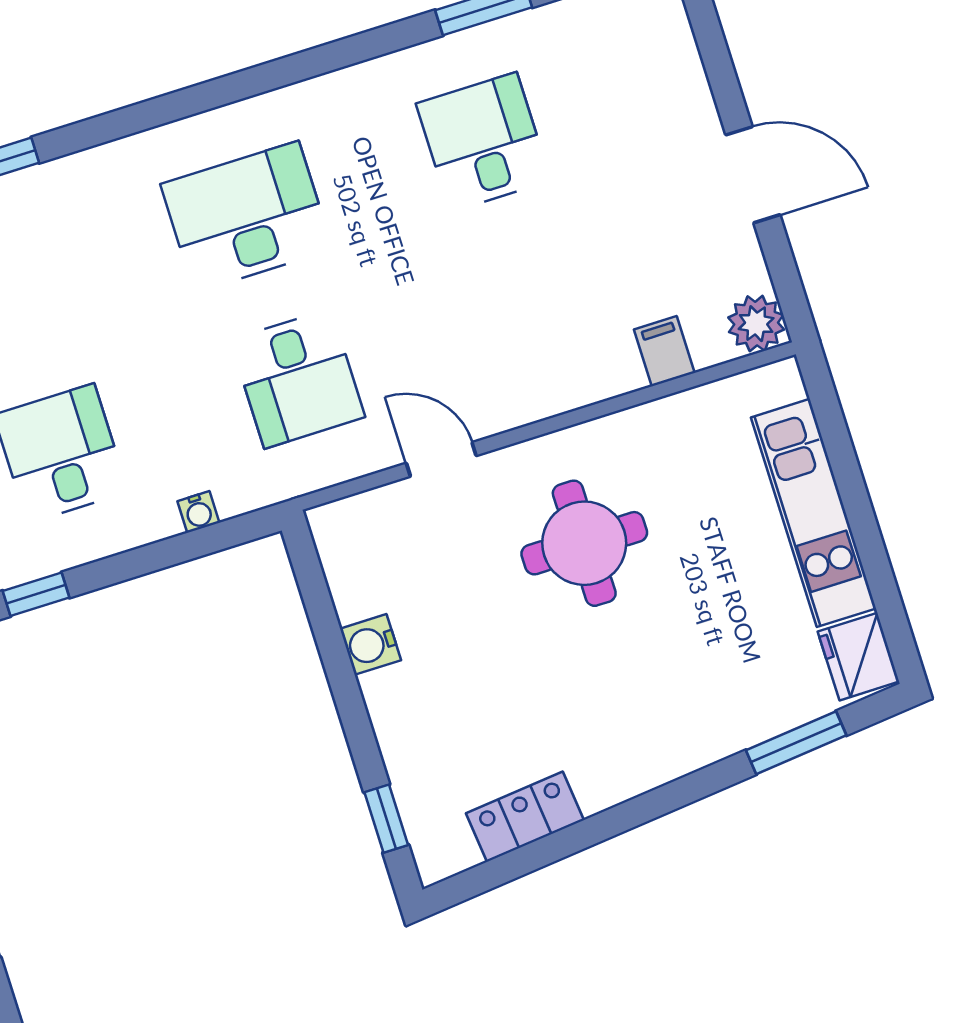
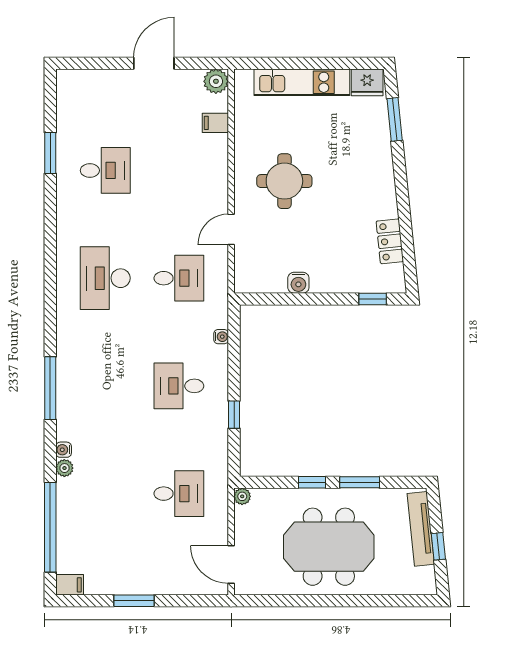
desk: (483, 142) -> (105, 170), turned 180

